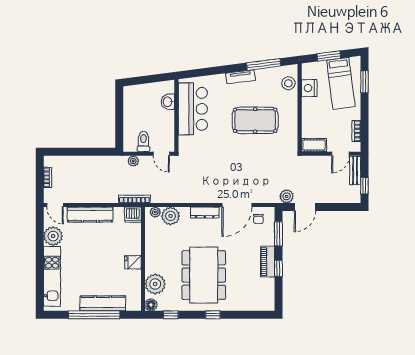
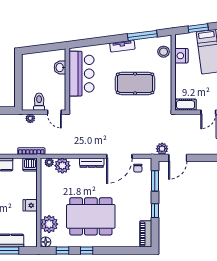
piano: (268, 262) -> (146, 234), moved
dining table: (204, 275) -> (91, 216), turned 90
window: (213, 315) -> (87, 250), moved

